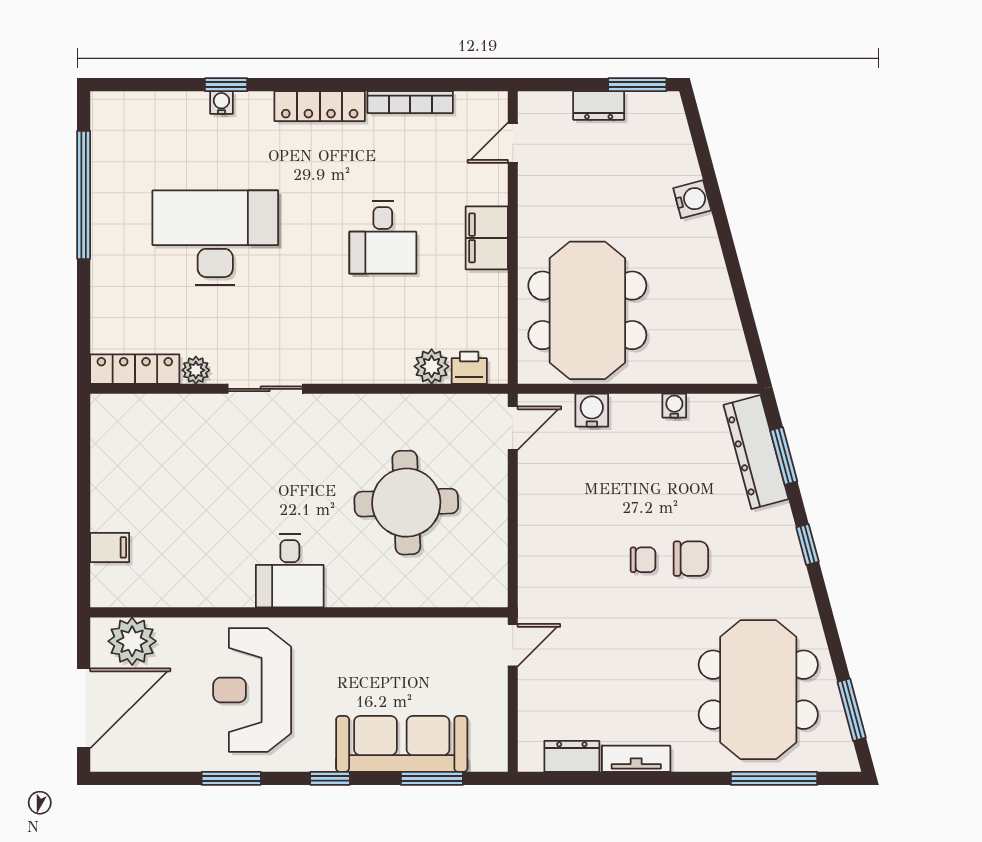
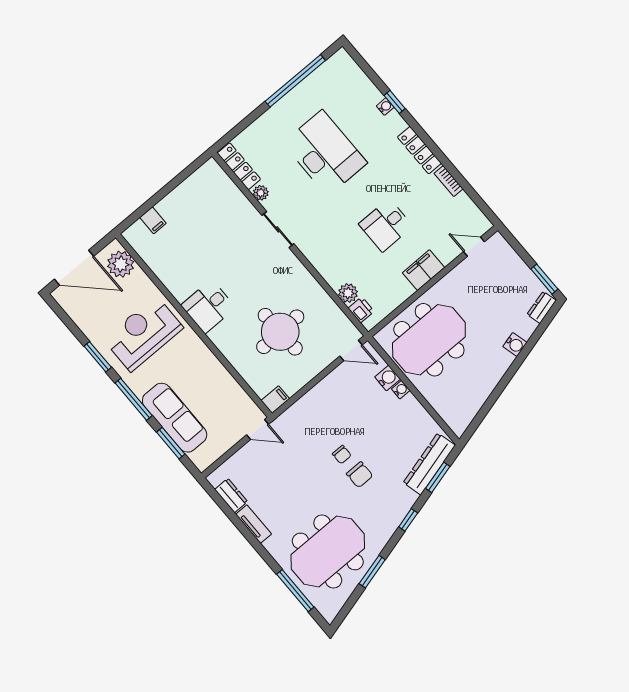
bookcase: (410, 102) -> (449, 181), width x0.64
dresser: (599, 106) -> (542, 307), moved, turned 75
water cooler: (674, 406) -> (401, 390), moved
filing cabinet: (493, 587) -> (275, 400), added
window: (852, 710) -> (372, 572), moved
window: (330, 778) -> (134, 399), width x2.17

